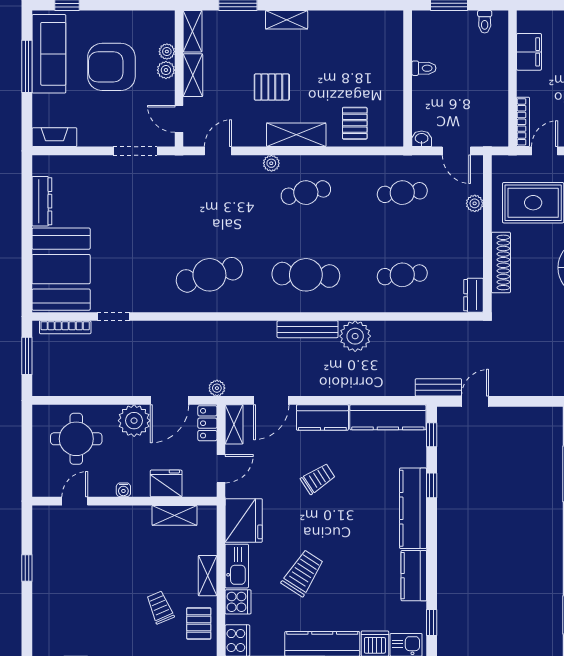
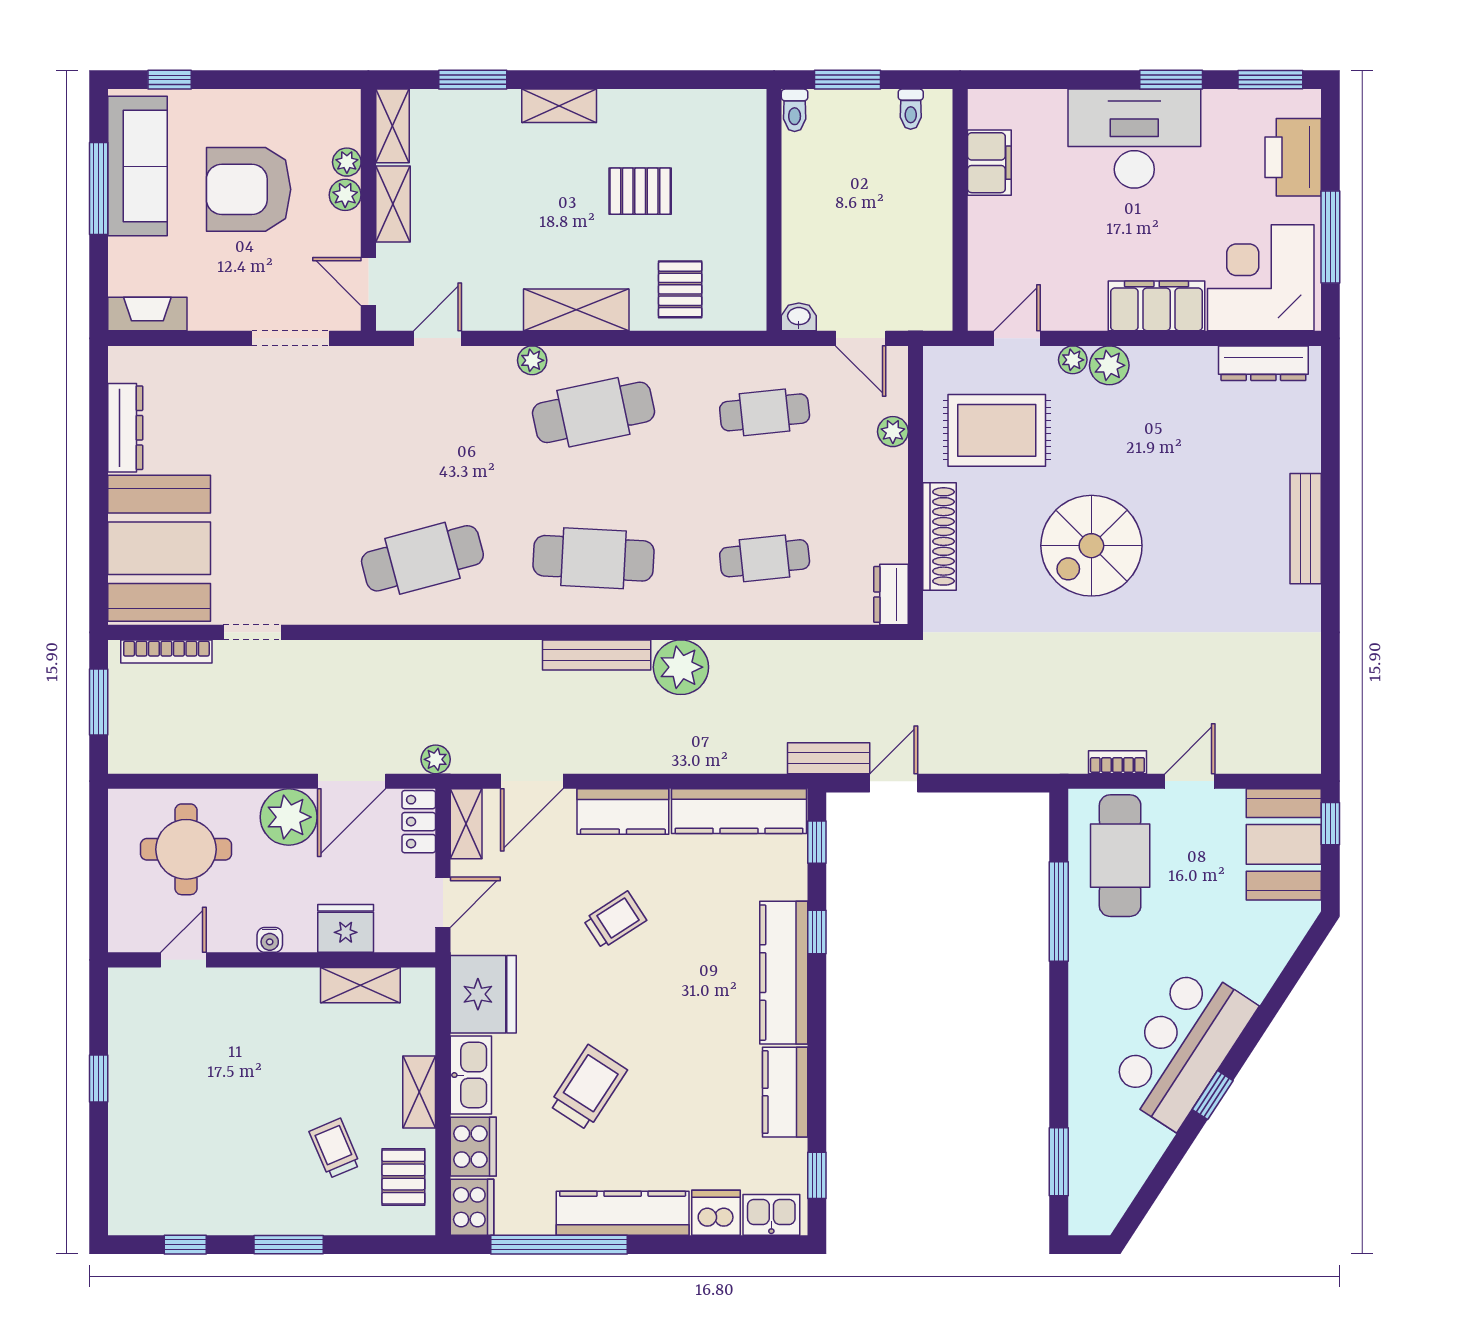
toilet: (424, 68) -> (795, 110), moved, turned 90
pallet: (272, 87) -> (640, 191), moved
bookcase: (523, 122) -> (979, 287), removed
cafe table: (306, 193) -> (593, 412), width x1.37, depth x1.35
cooker: (238, 602) -> (473, 1147), width x1.36

